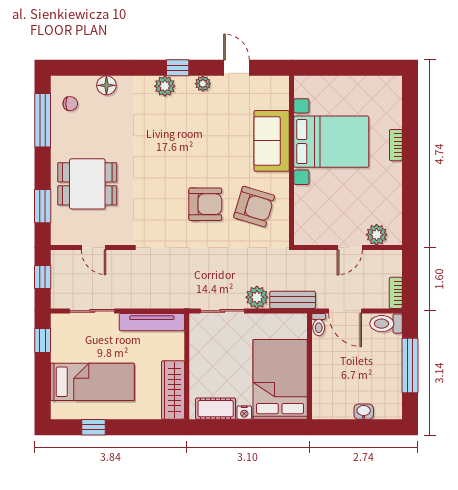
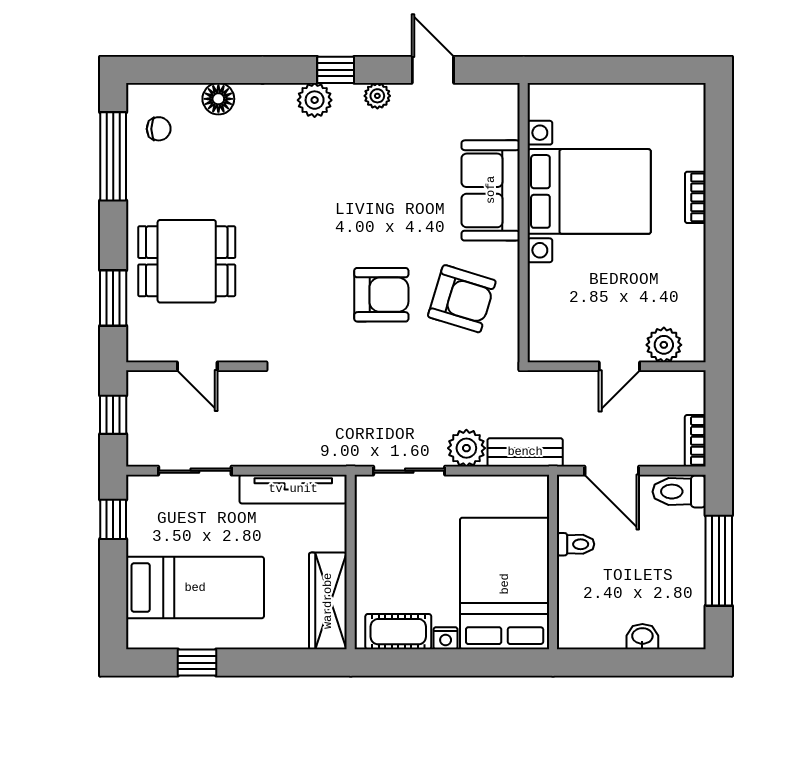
toilet: (319, 325) -> (575, 544), moved, turned -90

